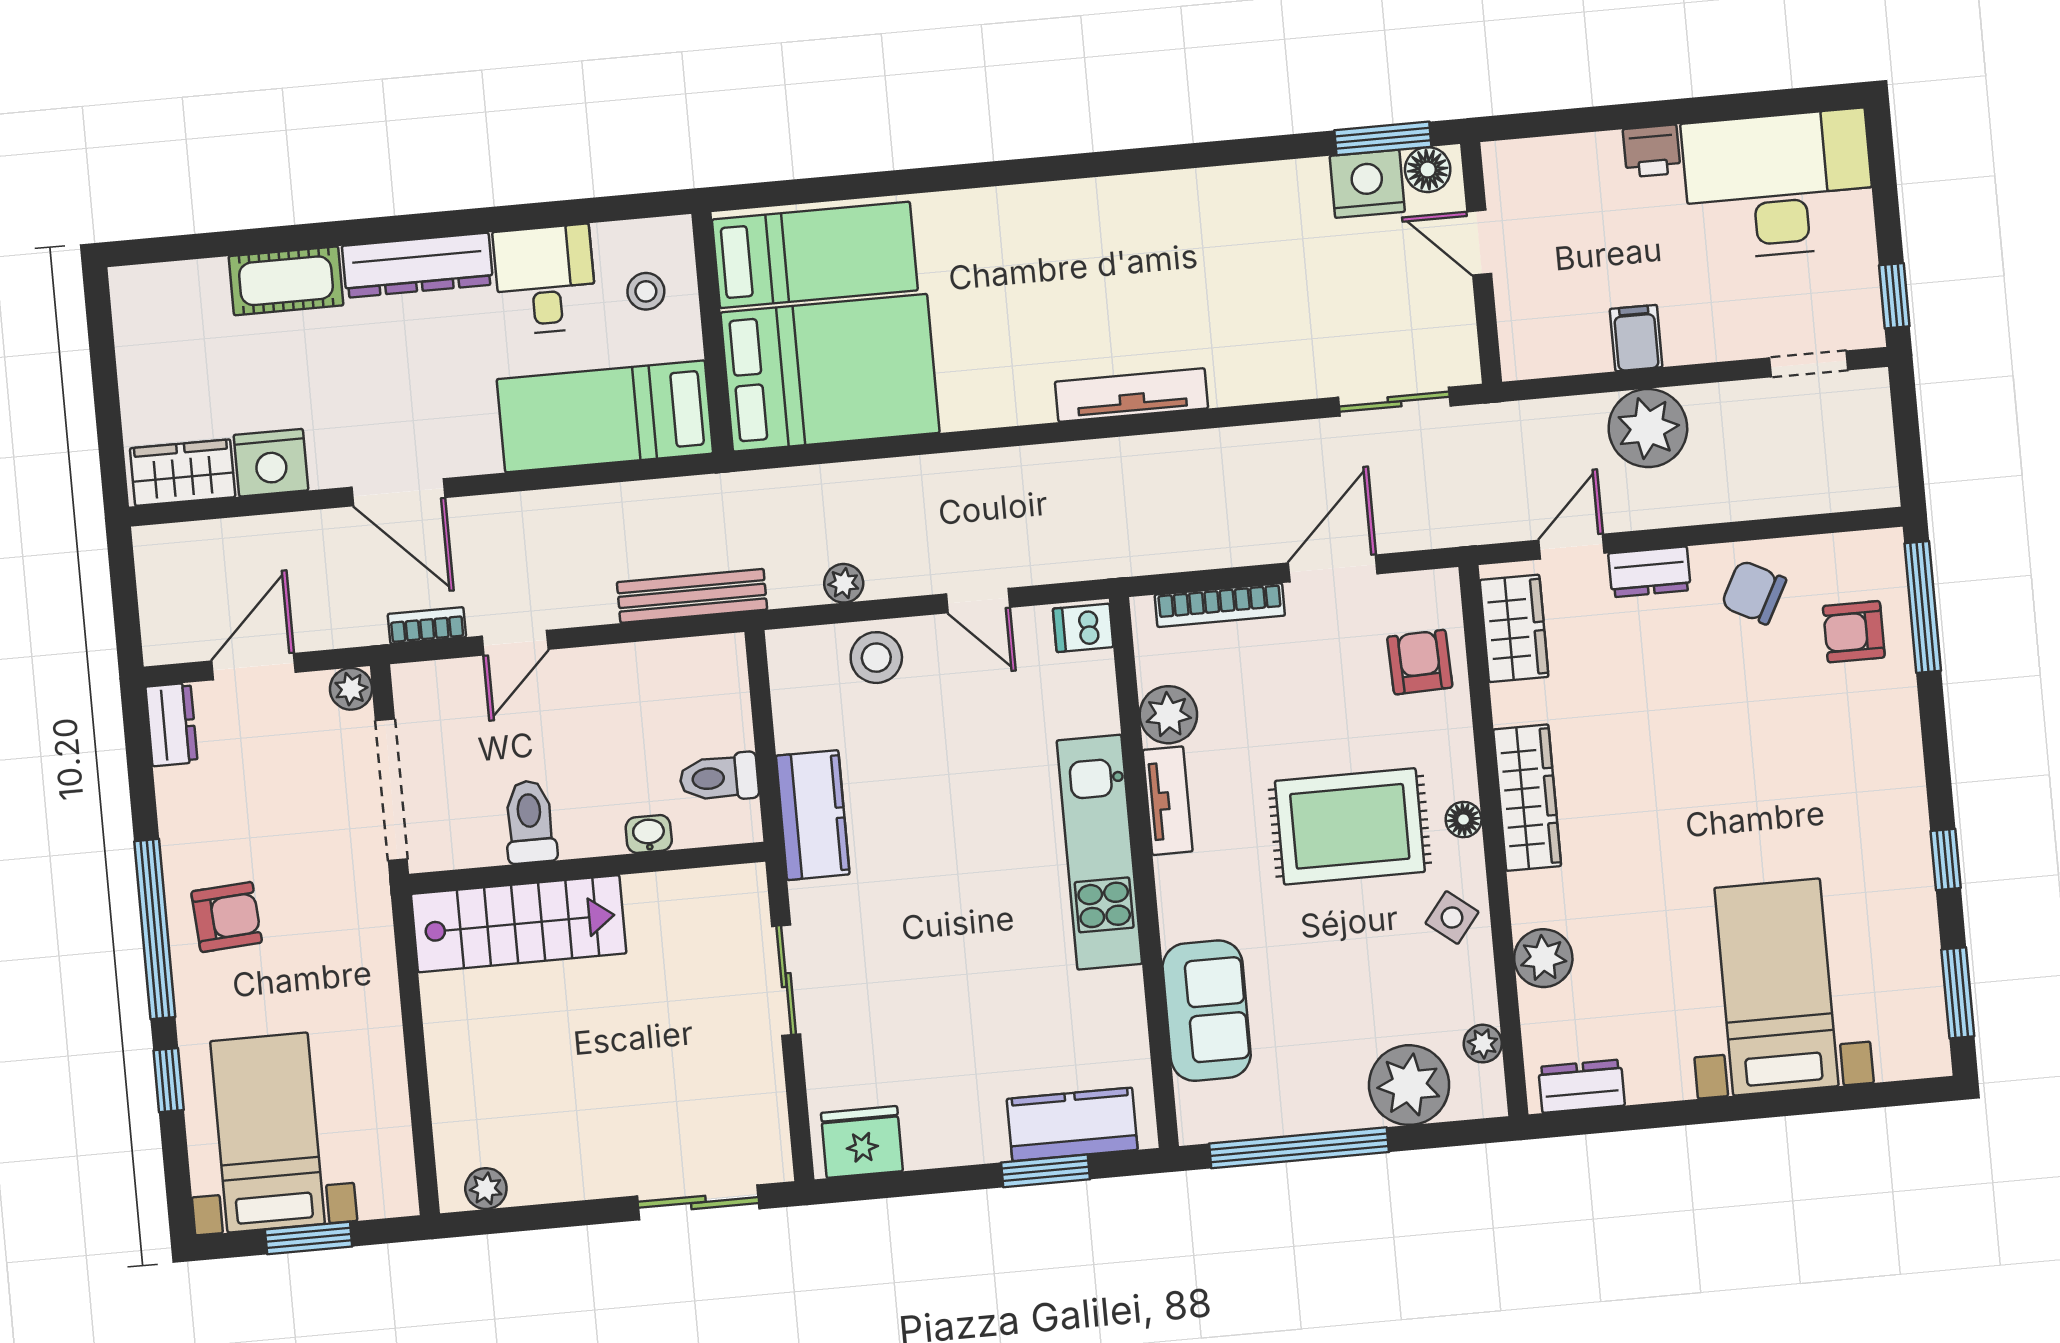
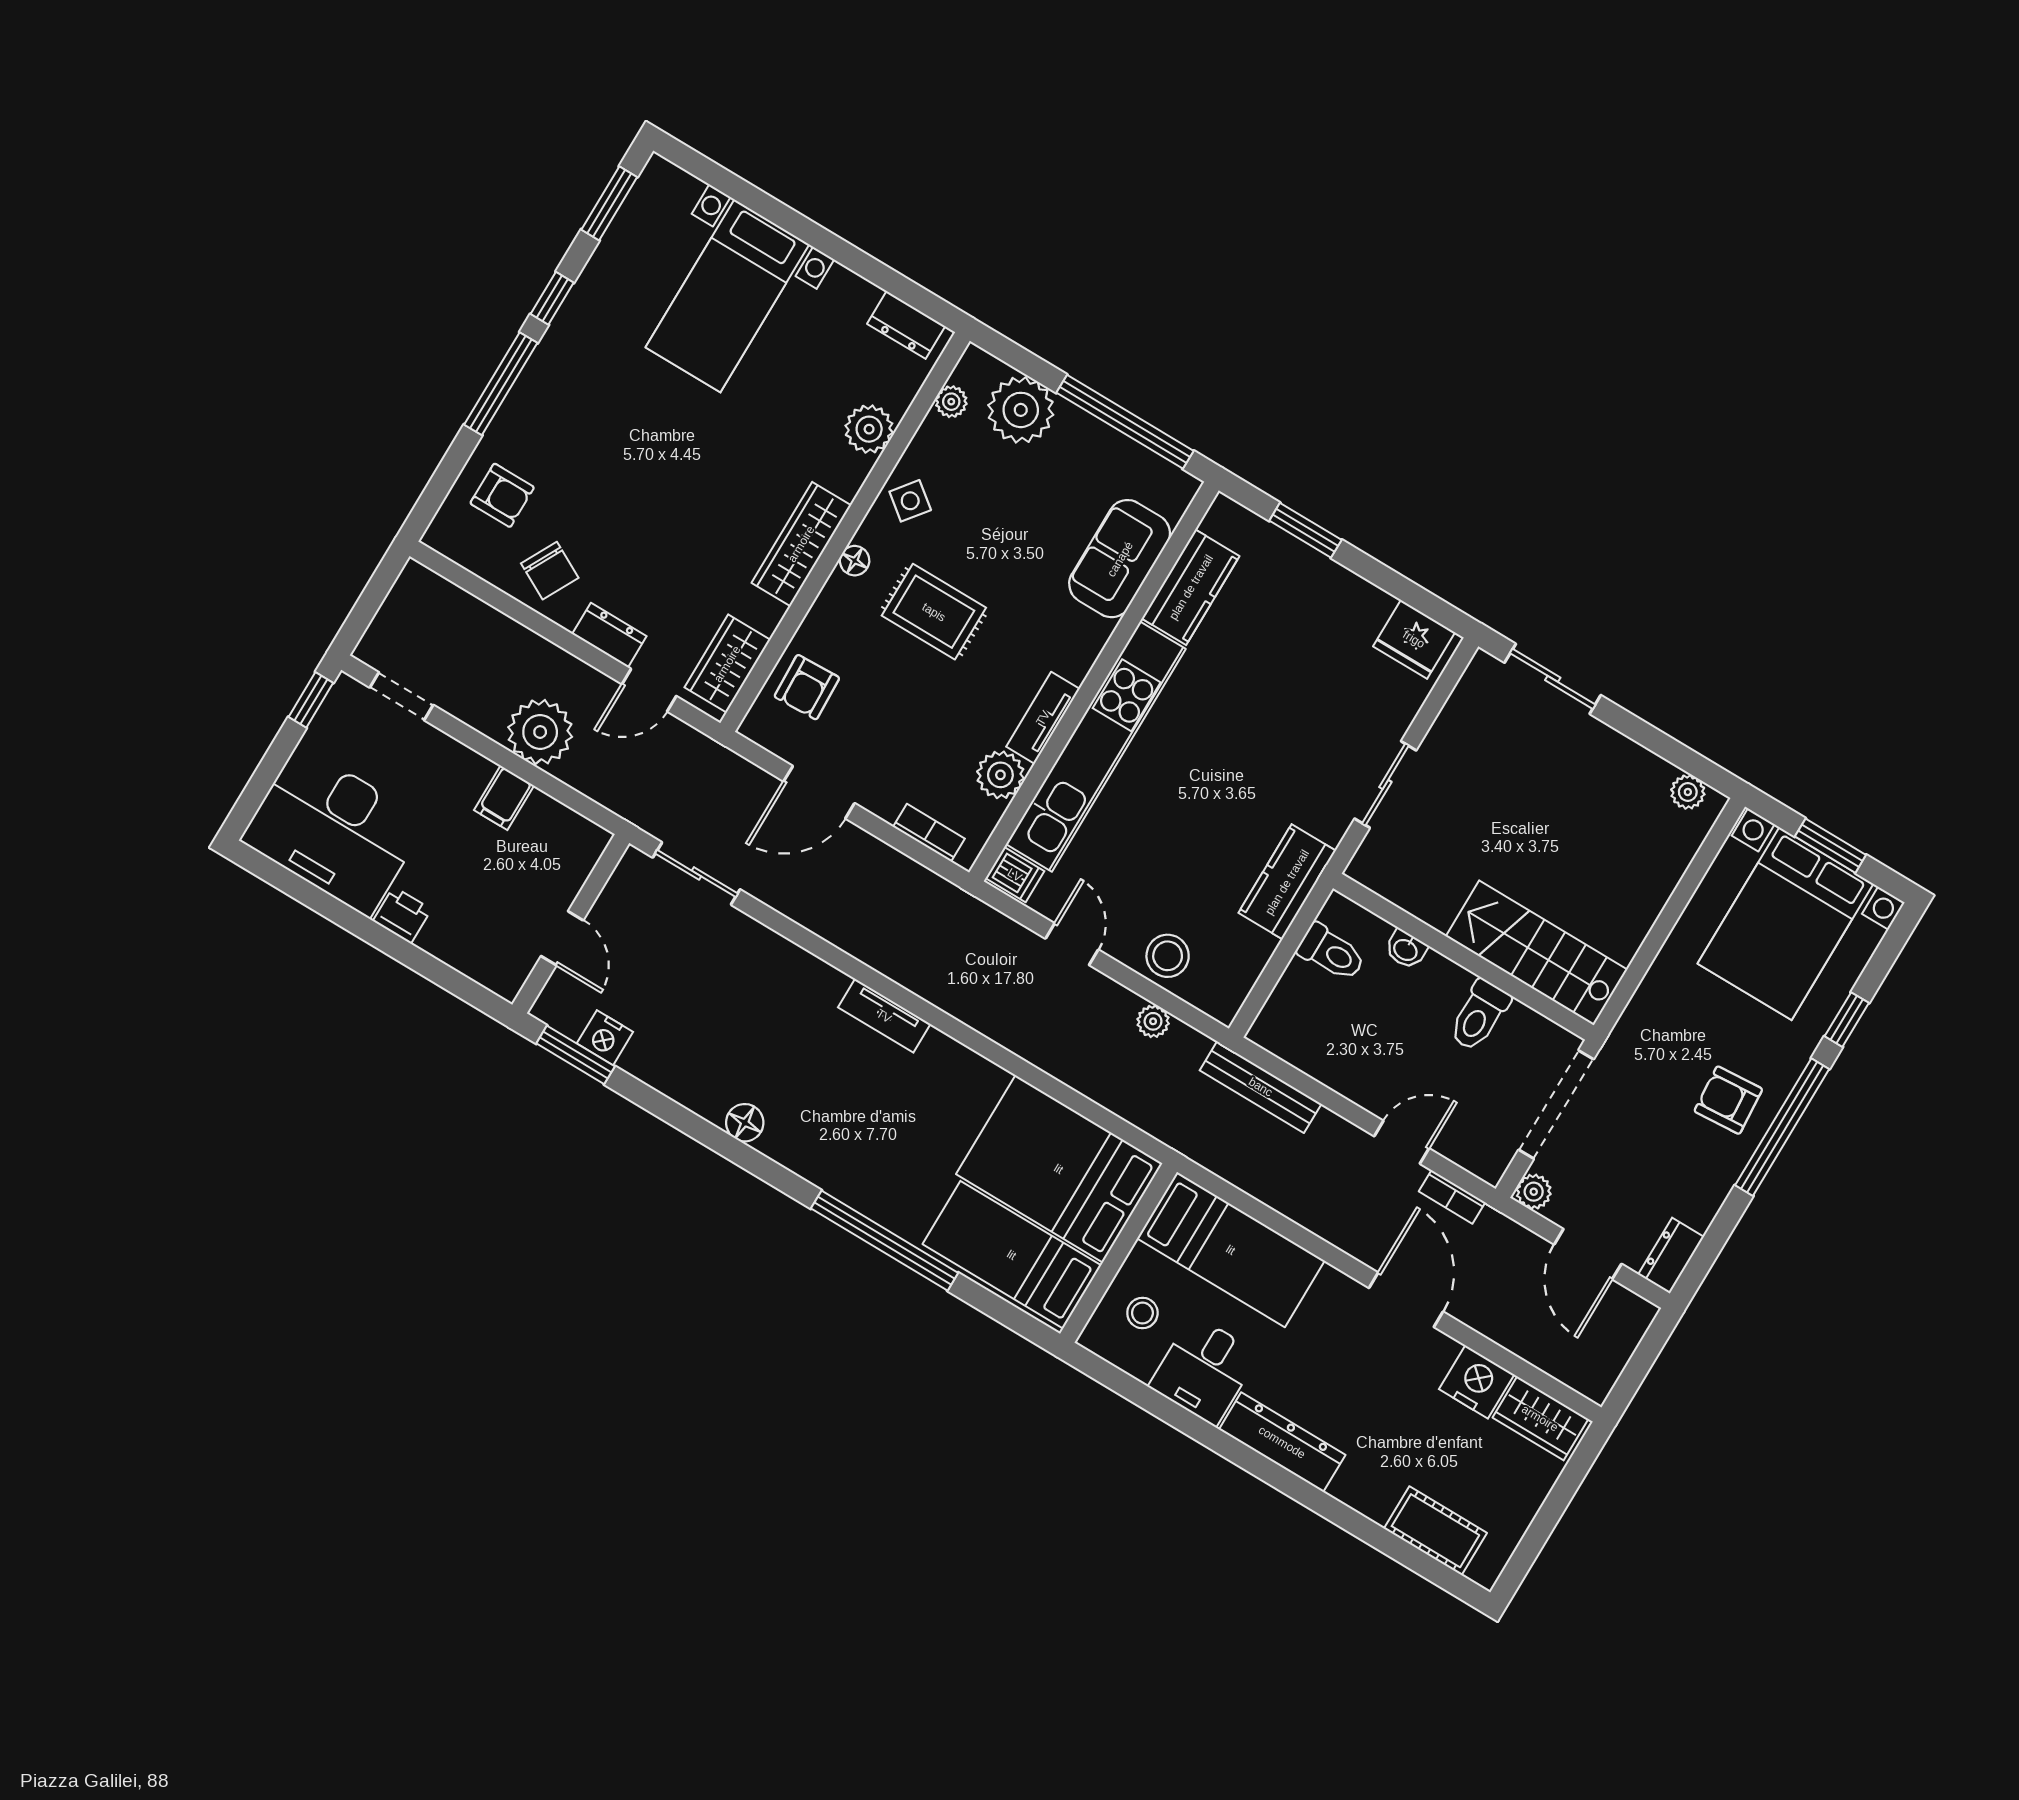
floor lamp: (1428, 170) -> (745, 1123), moved
window: (949, 178) -> (885, 1241), added
nightstand: (1367, 184) -> (605, 1038), width x0.74, depth x0.75
cot: (286, 281) -> (1435, 1531), moved
tv unit: (1132, 395) -> (884, 1016), width x0.71
bookcase: (1220, 605) -> (929, 833), width x0.64
window: (1923, 607) -> (501, 384), moved
door: (254, 667) -> (1588, 1254), hinge flipped
rug: (1350, 826) -> (934, 612), width x0.73, depth x0.70
kitchen unit: (1099, 852) -> (1096, 747), width x1.36
kitchen counter: (1072, 1124) -> (1191, 587), moved, turned -90
bed with nightstands: (268, 1133) -> (1785, 924), width x1.36

